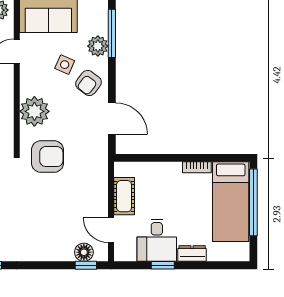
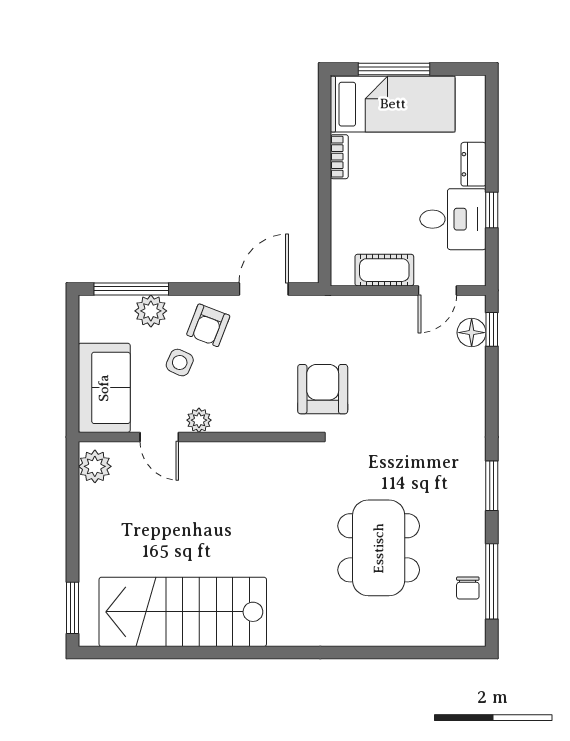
armchair: (89, 83) -> (208, 325), turned 74
plant: (34, 111) -> (199, 420), moved, width x0.53, depth x0.53
window: (253, 202) -> (394, 69), width x0.68

